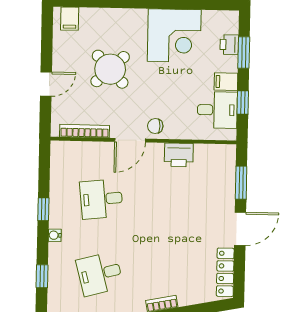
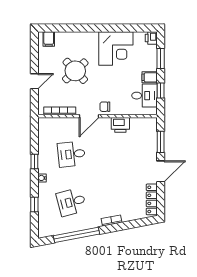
printer: (229, 45) -> (151, 38), moved

